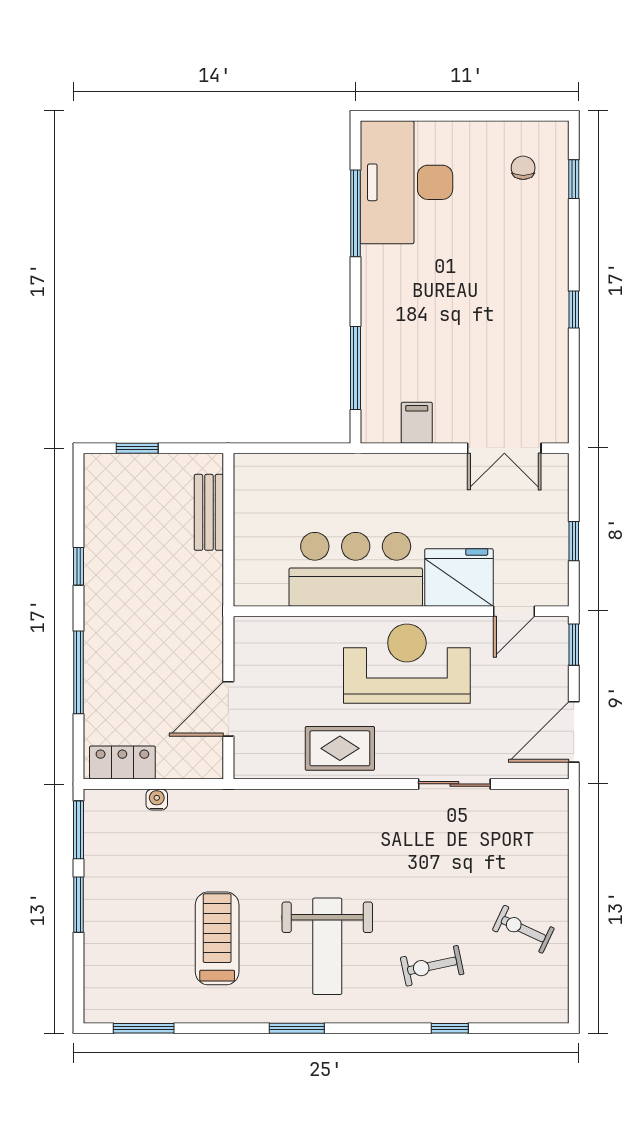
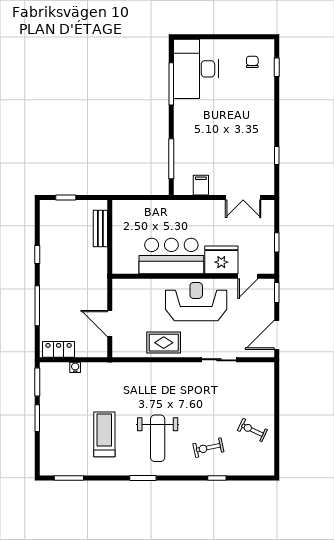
window: (574, 309) -> (277, 155), moved
door: (228, 709) -> (110, 324), hinge flipped

